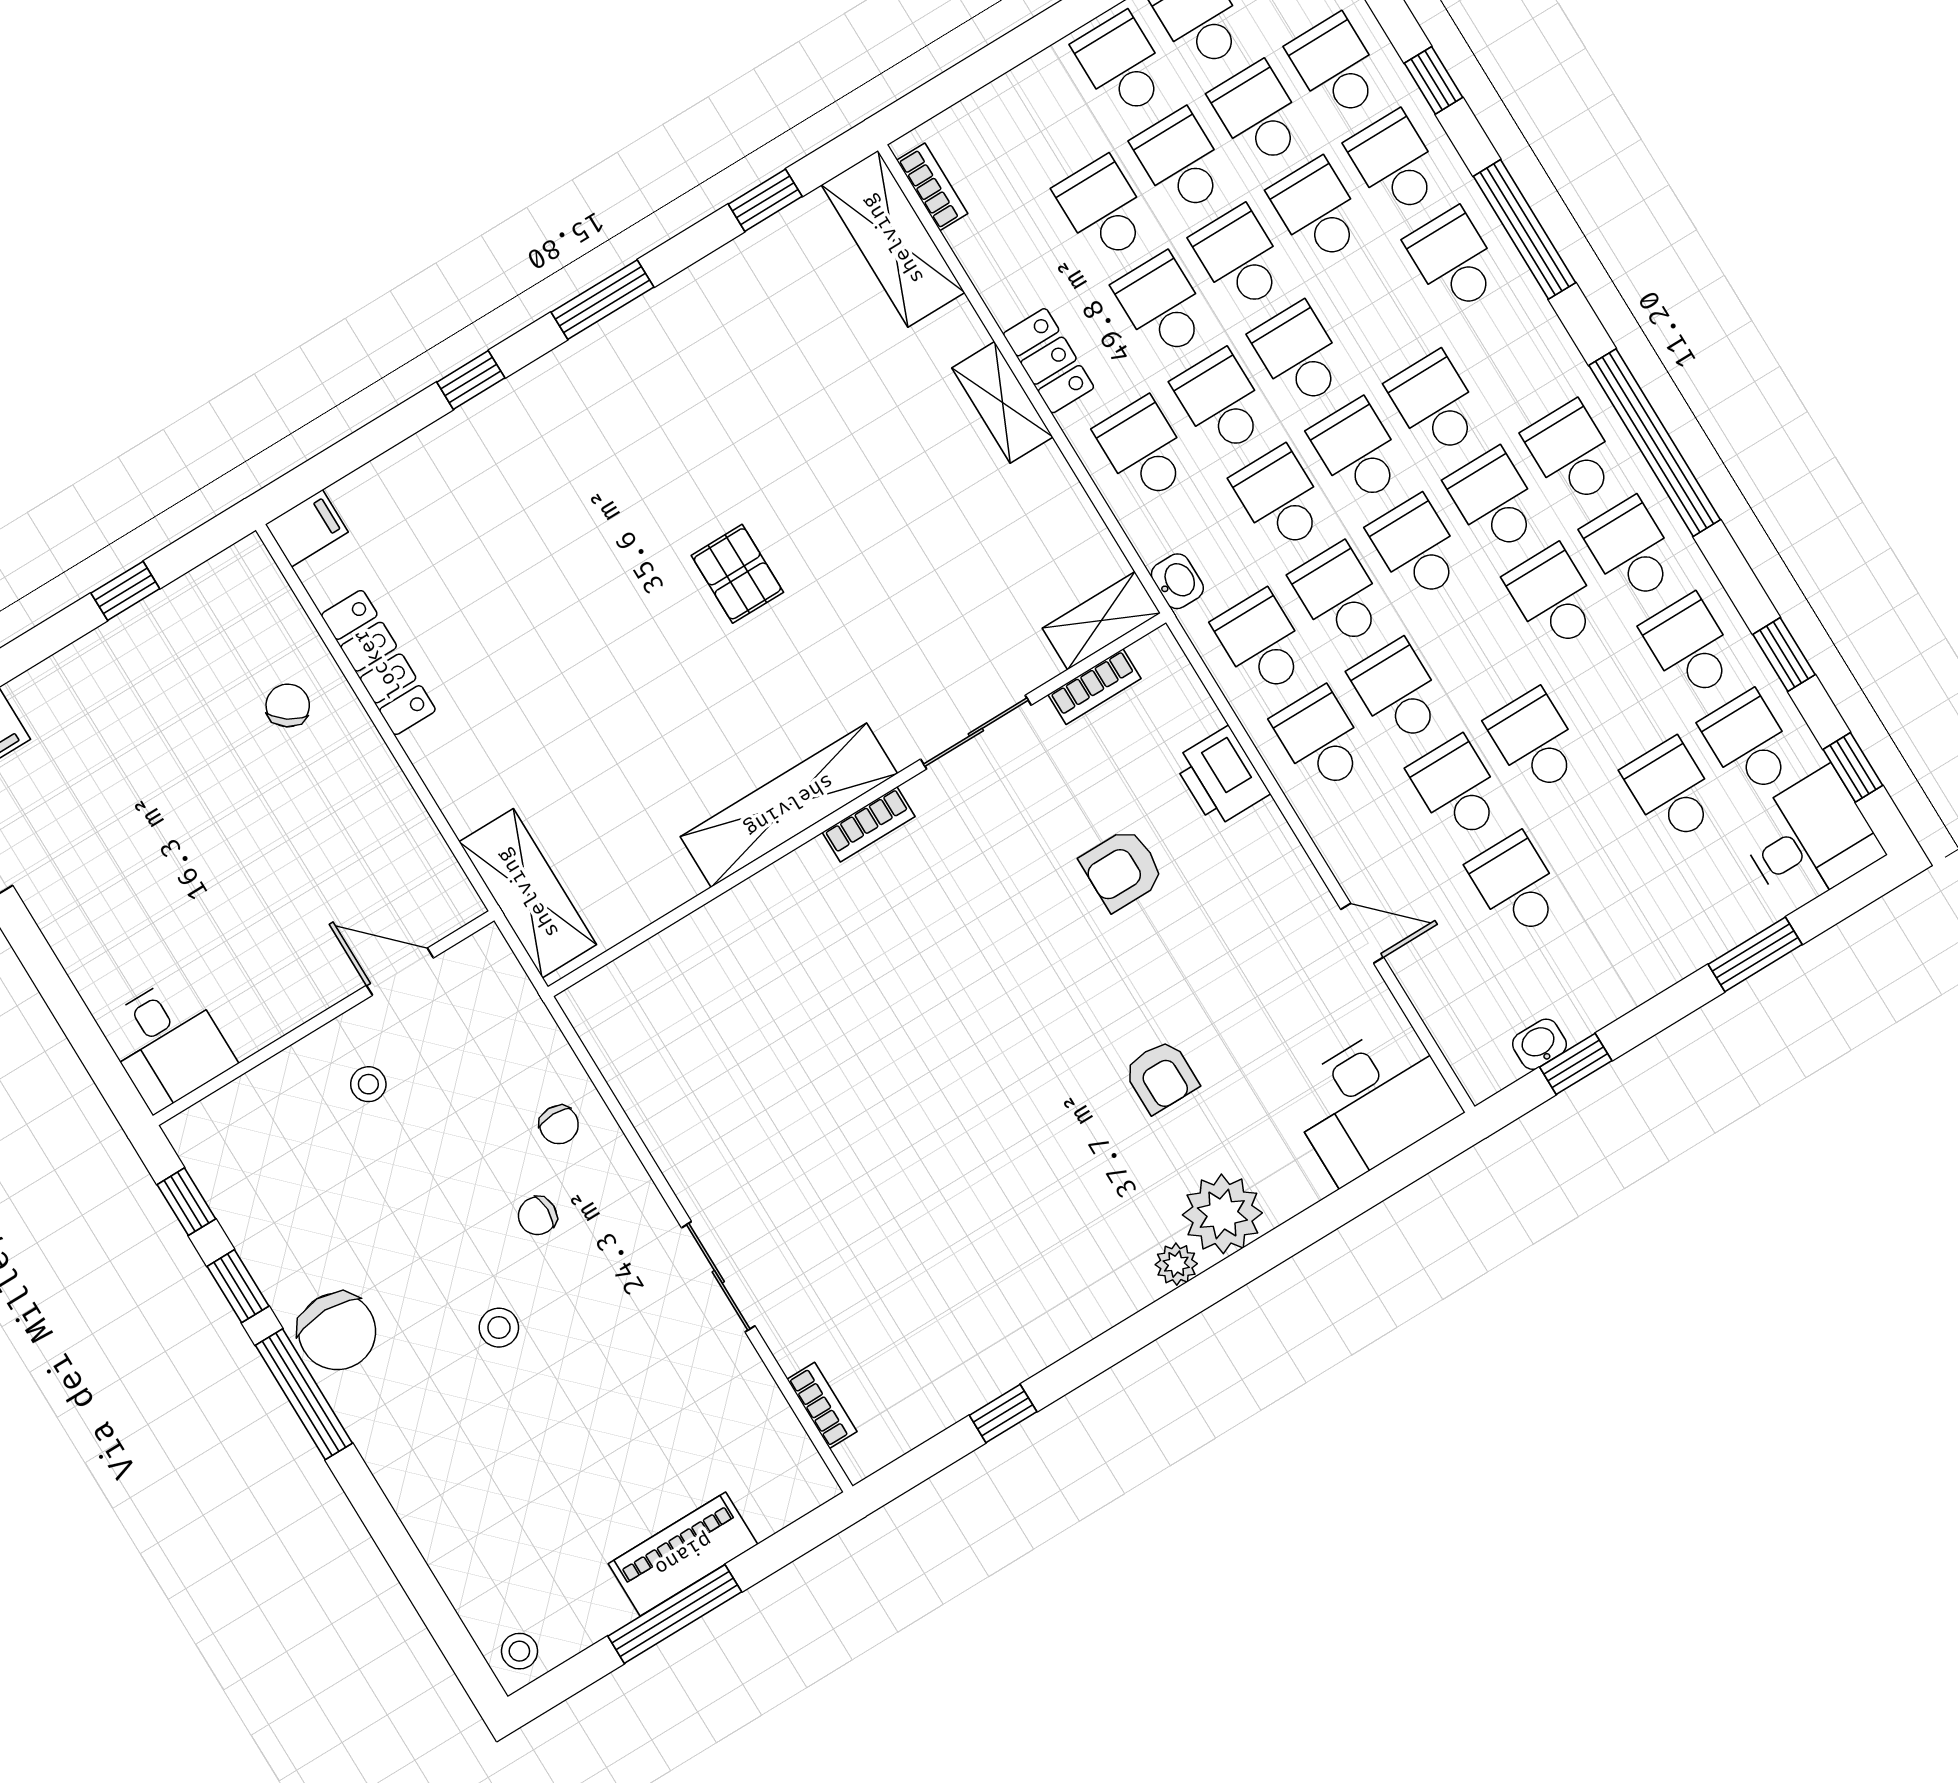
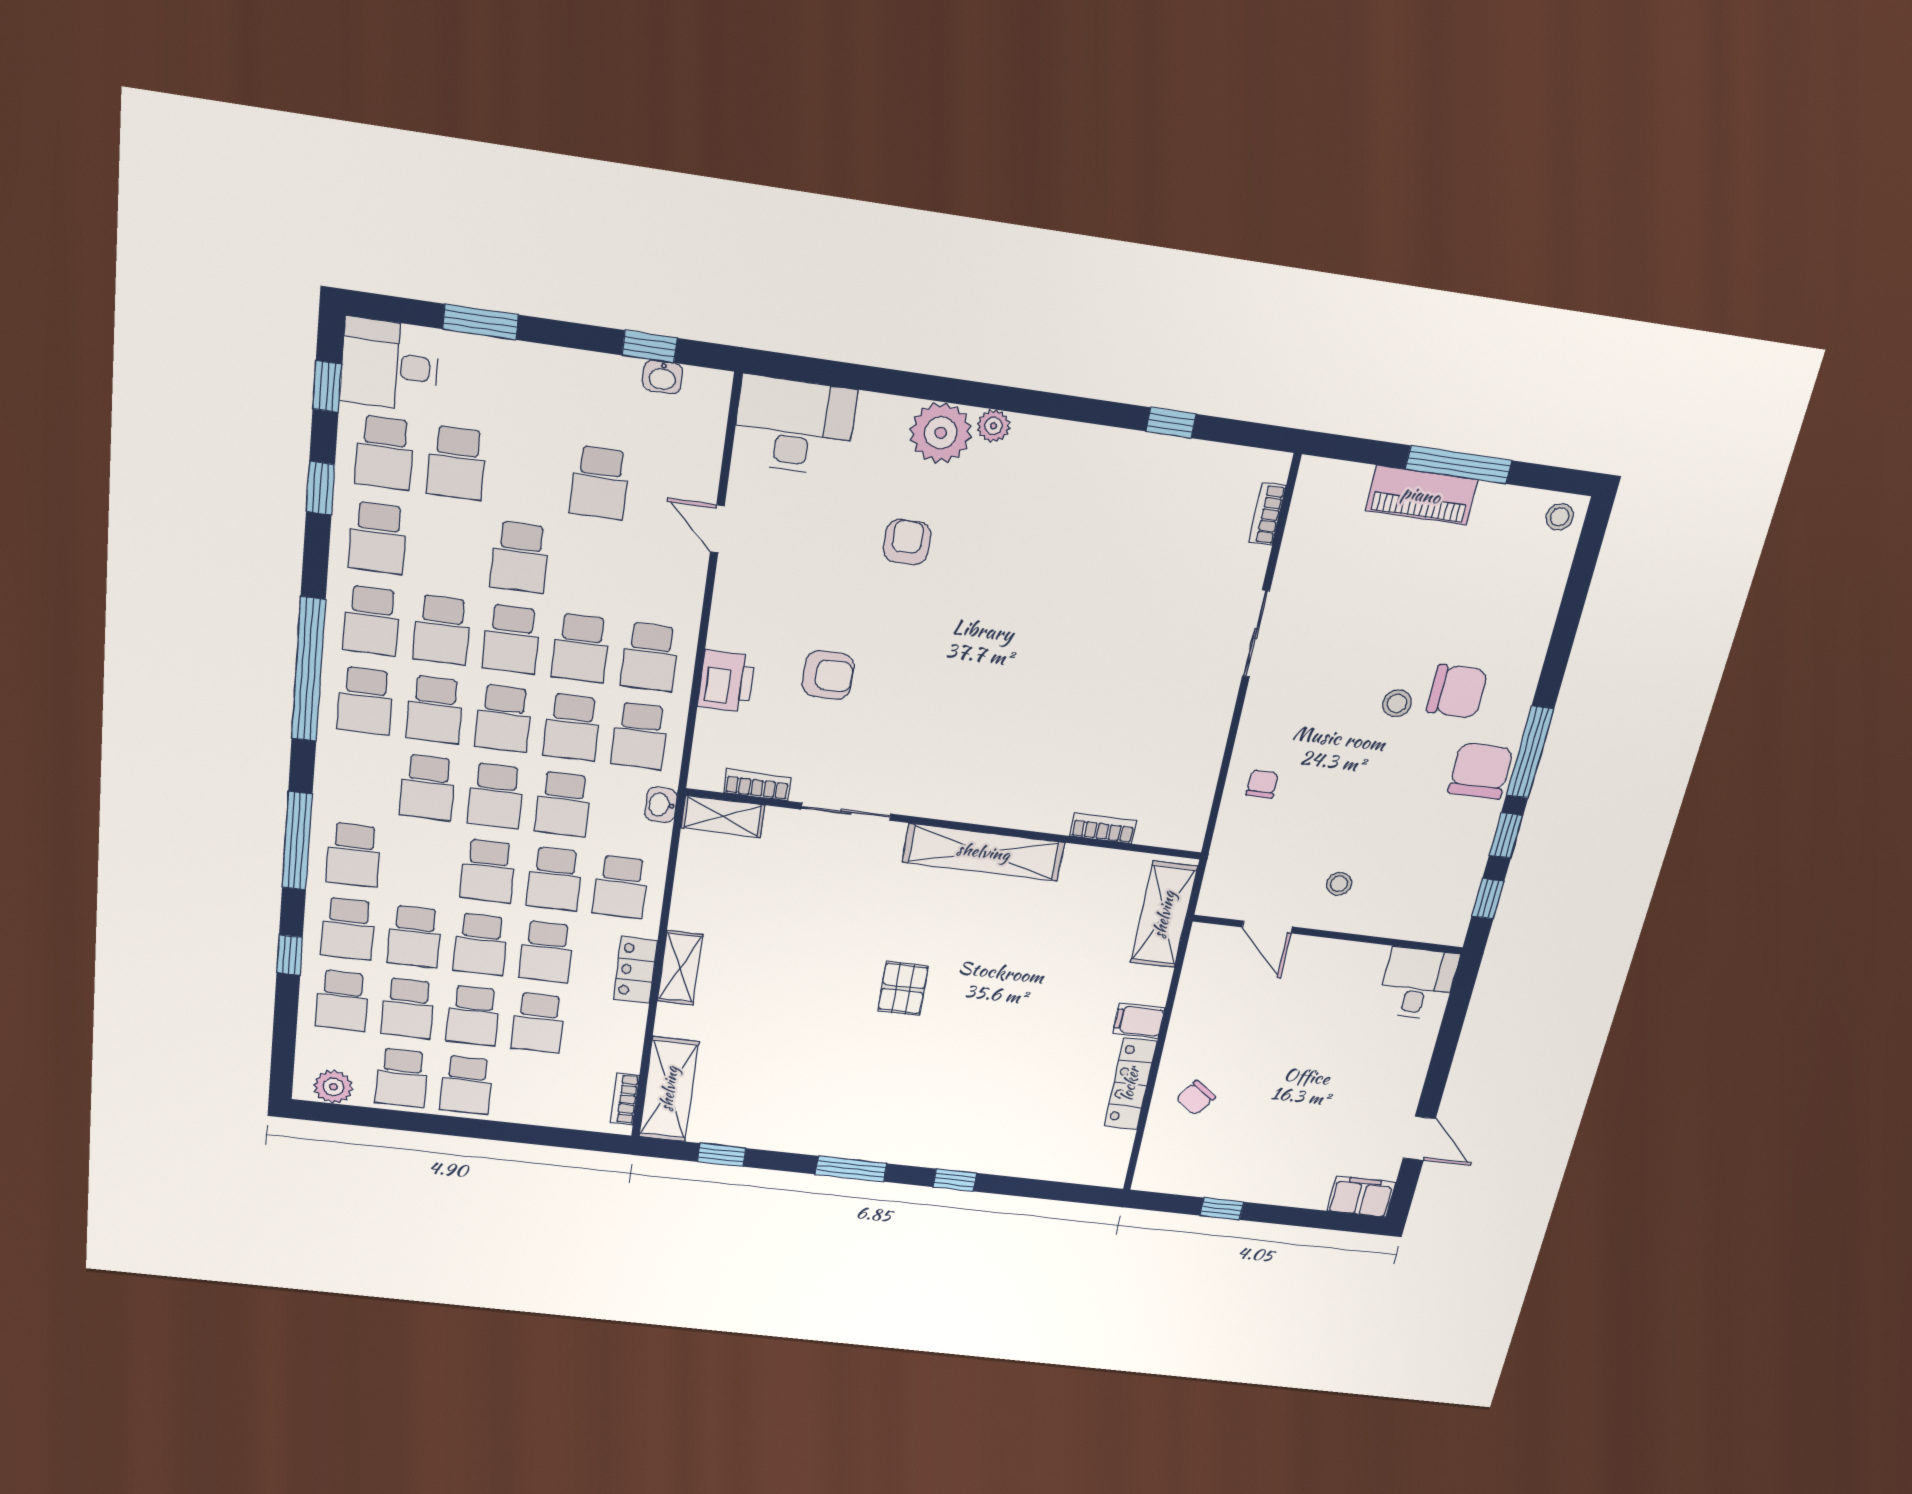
filing cabinet: (307, 528) -> (1139, 1021), moved
school desk: (1457, 789) -> (511, 639), moved
bookcase: (869, 824) -> (1103, 828), moved
chair: (537, 1216) -> (1457, 691), moved, width x1.87, depth x1.87

